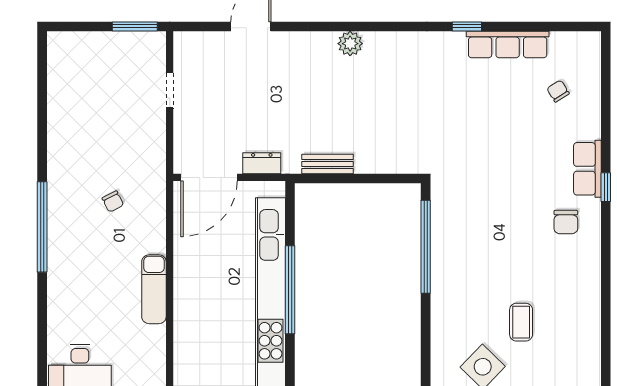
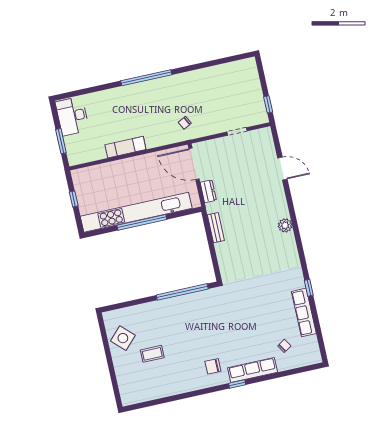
window: (135, 26) -> (268, 104), width x0.67
row of seats: (587, 169) -> (253, 370), width x1.48
chair: (113, 201) -> (185, 123), moved

